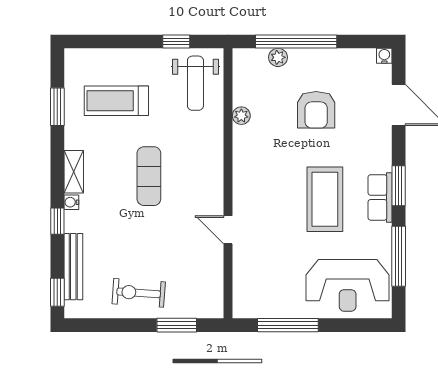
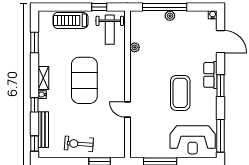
plant: (278, 57) -> (170, 16), moved
treadmill: (116, 101) -> (70, 20), moved
armchair: (316, 110) -> (175, 44), removed
exercise mat: (149, 176) -> (84, 80), width x2.00, depth x1.45
row of seats: (380, 197) -> (210, 75), moved
window: (399, 256) -> (220, 136), moved

